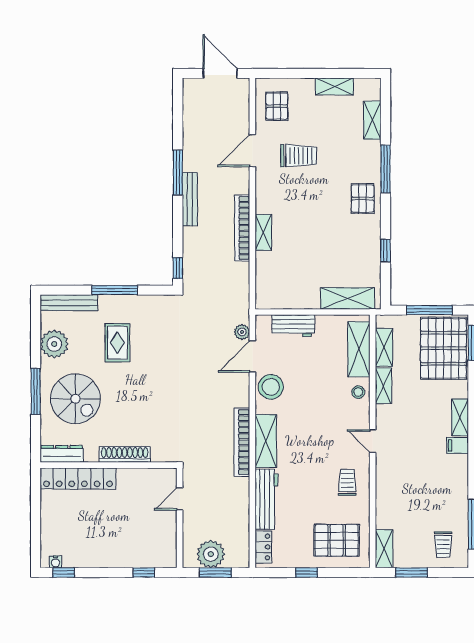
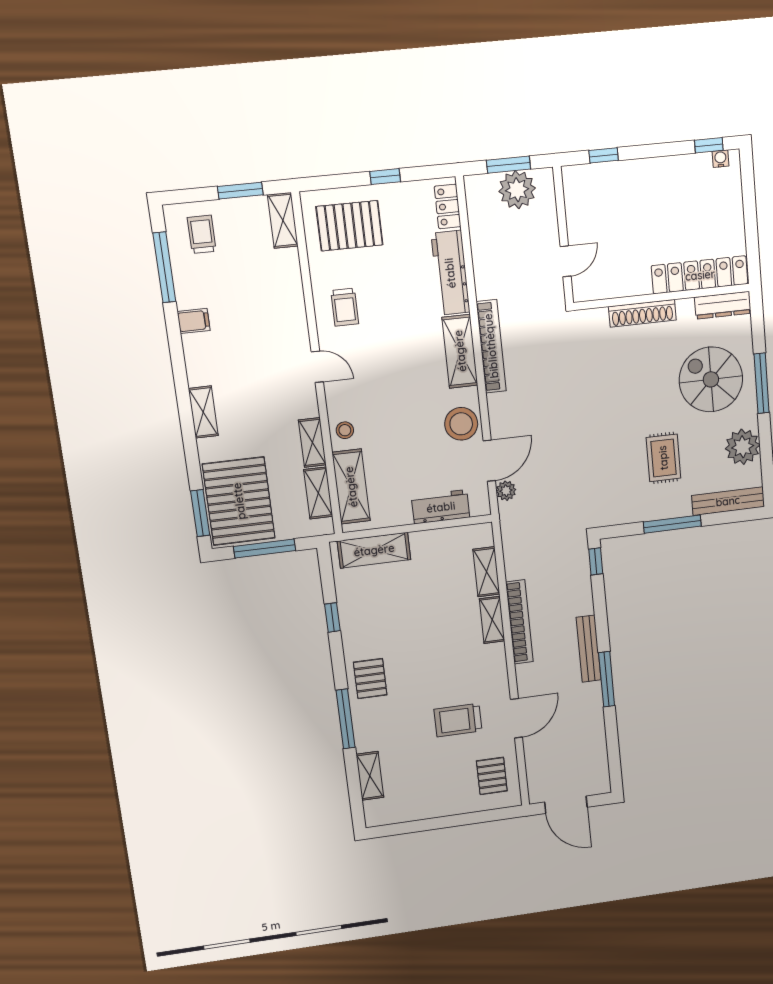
shelving: (334, 86) -> (486, 572), moved, turned 90
filing cabinet: (458, 445) -> (194, 321), moved

